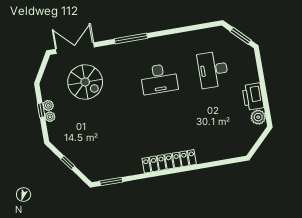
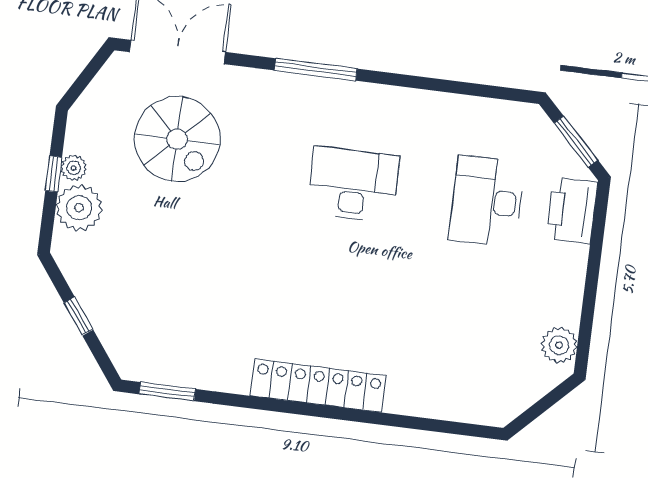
desk: (159, 79) -> (353, 184), turned 180
printer: (253, 97) -> (572, 210), moved
plant: (50, 117) -> (79, 208), width x1.87, depth x1.87

